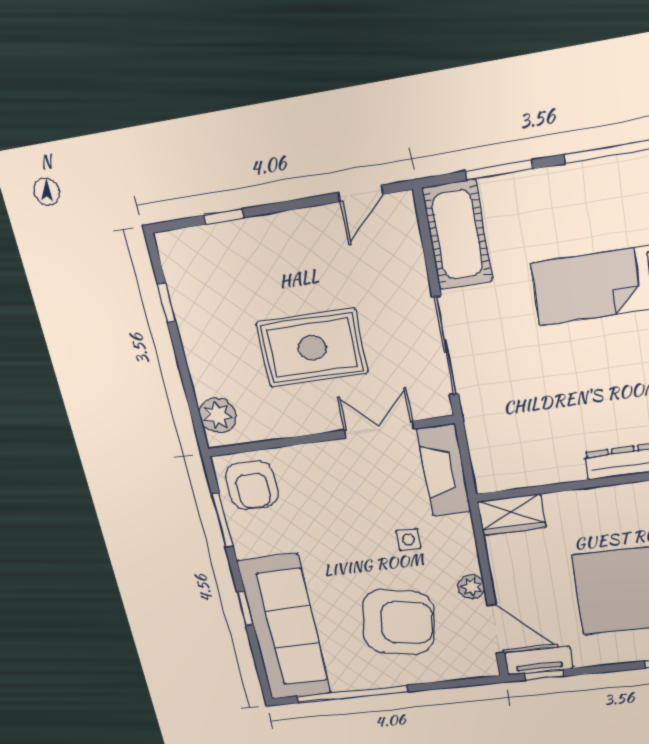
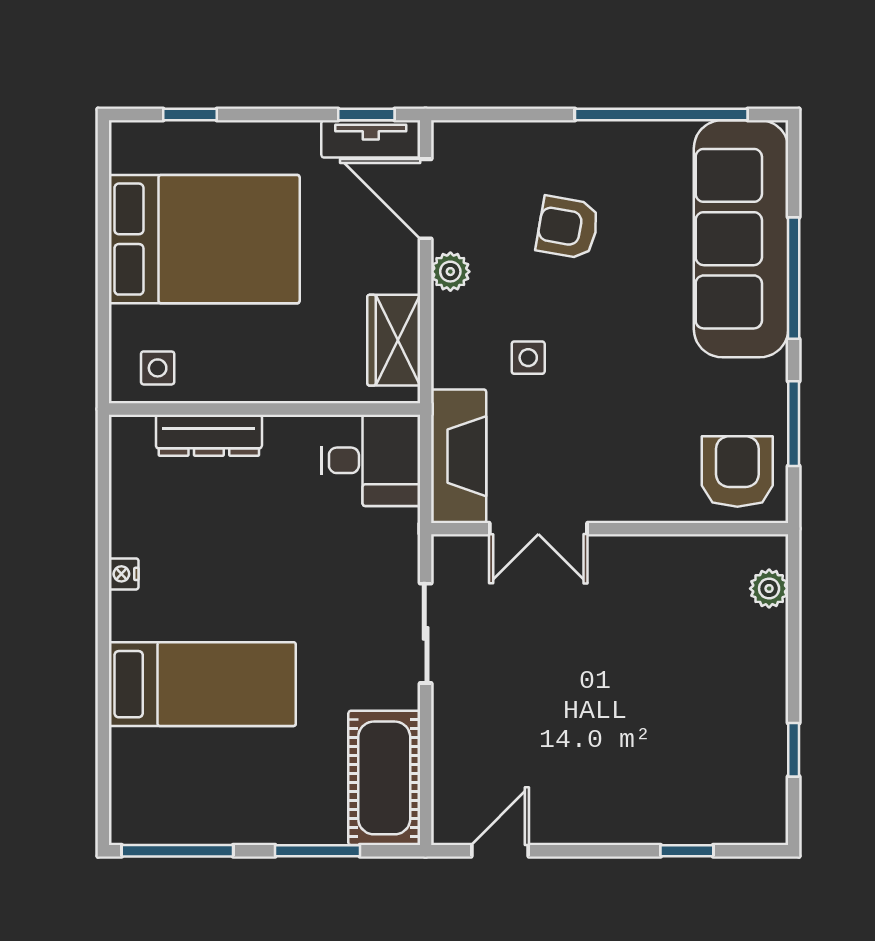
sliding door: (445, 346) -> (426, 633), width x0.73
rug: (312, 348) -> (607, 658), removed
plant: (218, 415) -> (769, 589), width x0.73, depth x0.73
desk: (505, 460) -> (371, 460), added
wardrobe: (512, 514) -> (394, 340), moved, turned -90
window: (245, 608) -> (794, 278), width x2.17
armchair: (398, 622) -> (568, 228), width x0.53, depth x0.53

